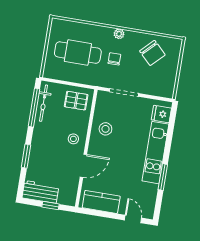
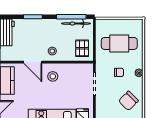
cafe table: (78, 53) -> (119, 43), turned 90
stool: (105, 129) -> (53, 76), moved

